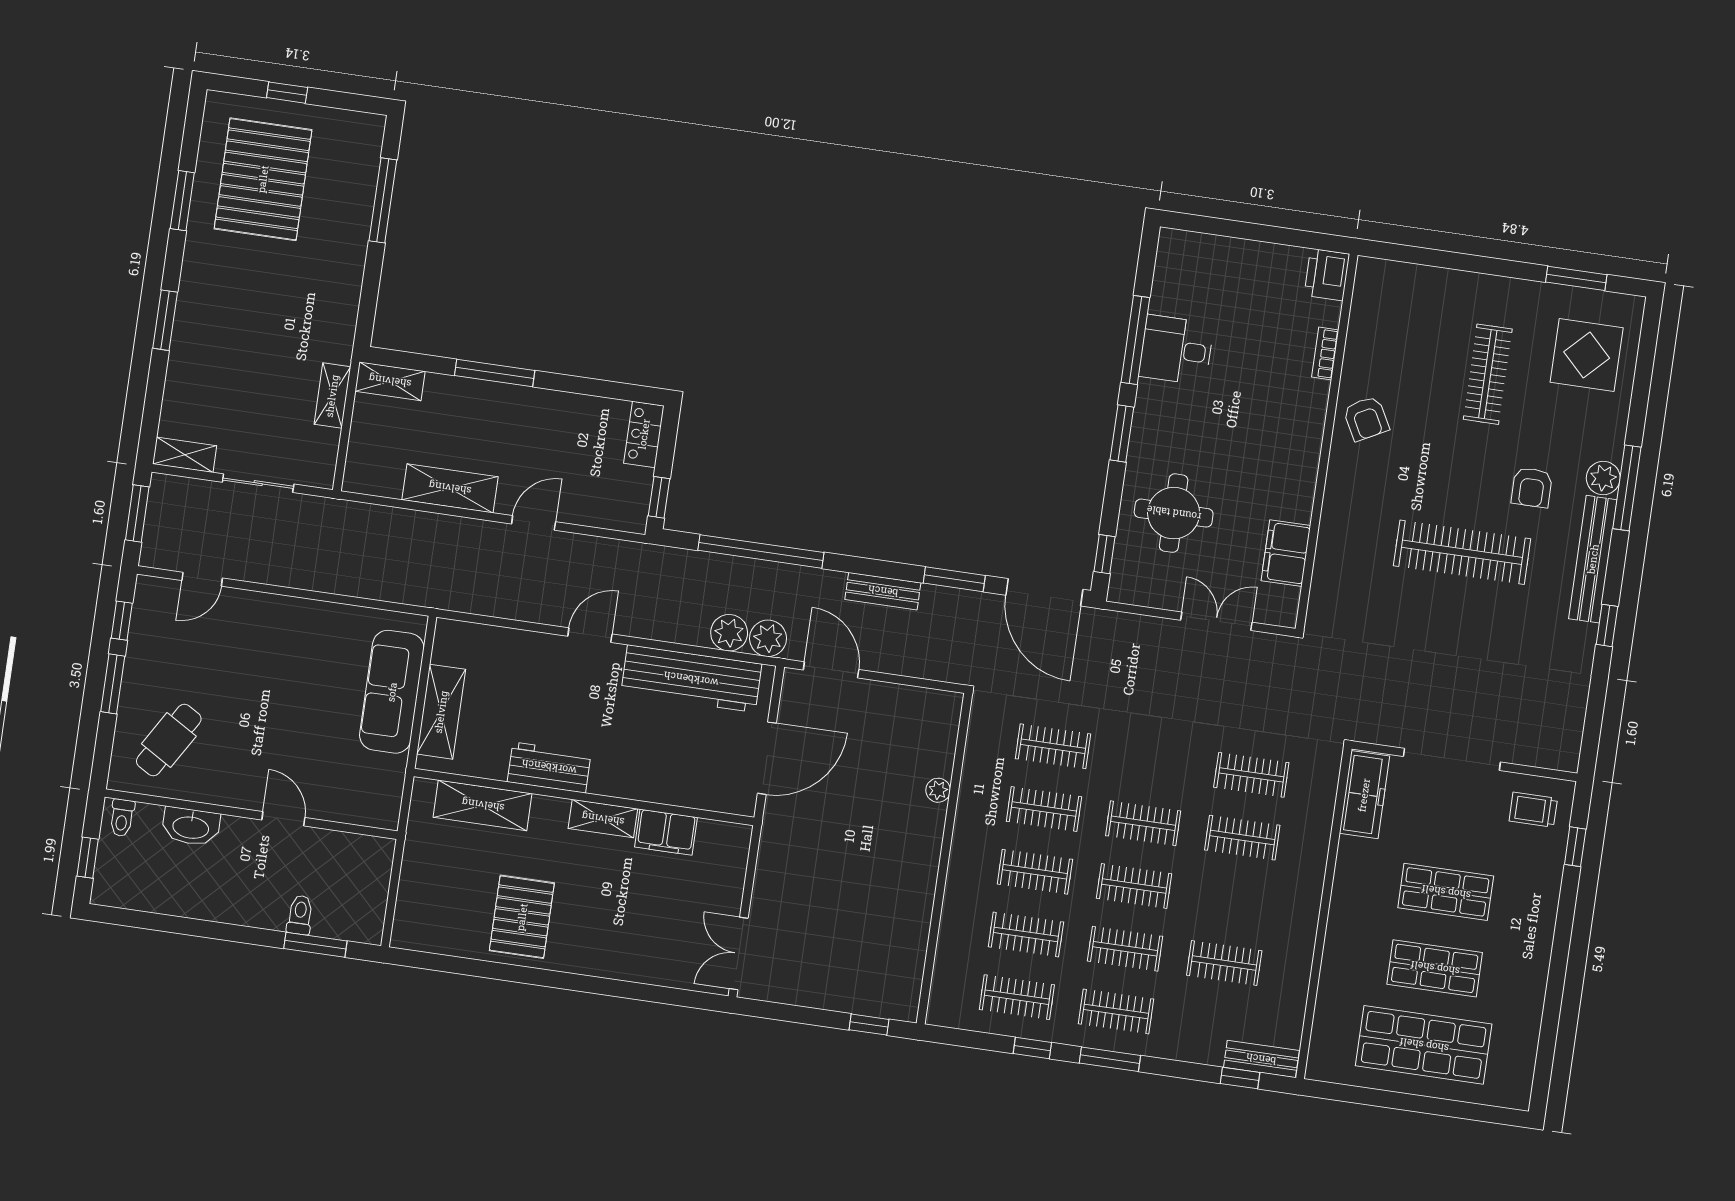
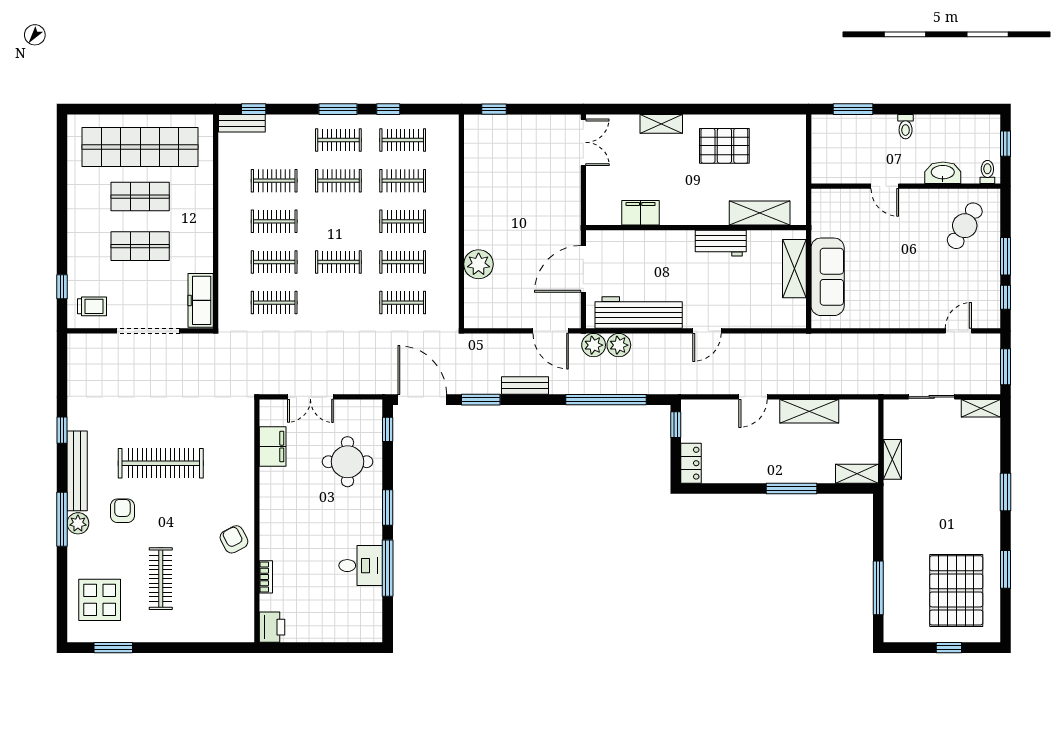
plant: (938, 790) -> (479, 264), width x1.88, depth x1.88
shelving: (603, 819) -> (661, 124), moved
clothes rail: (1134, 886) -> (274, 221), moved
toilet: (300, 915) -> (906, 127), moved
pallet: (522, 917) -> (724, 146), turned 90
shop shelf: (1424, 1045) -> (140, 147), width x1.40

